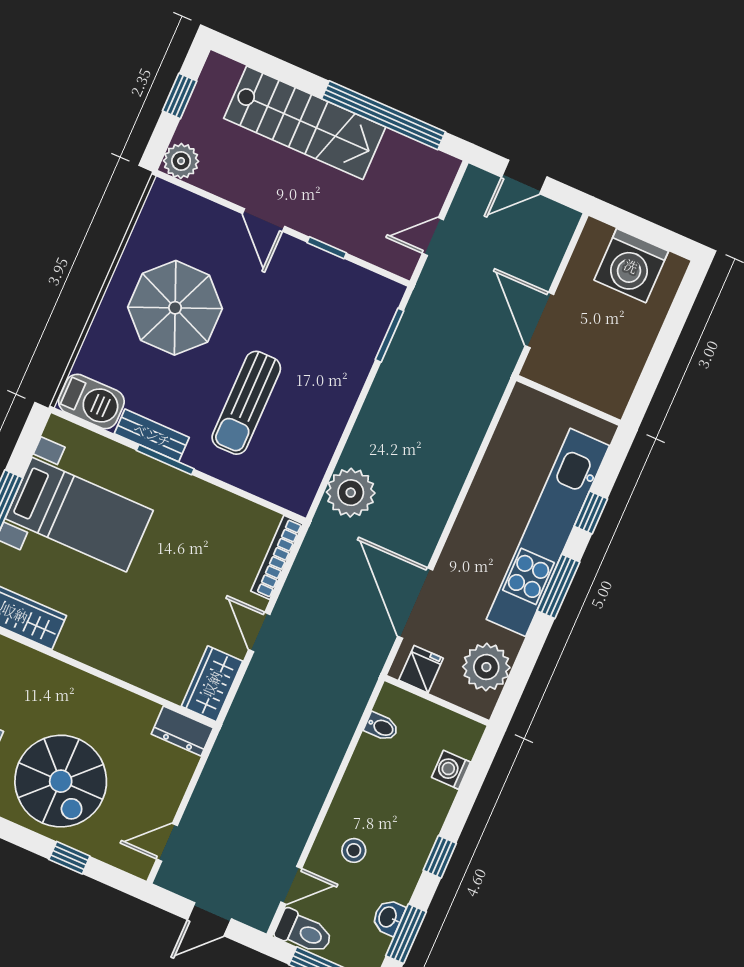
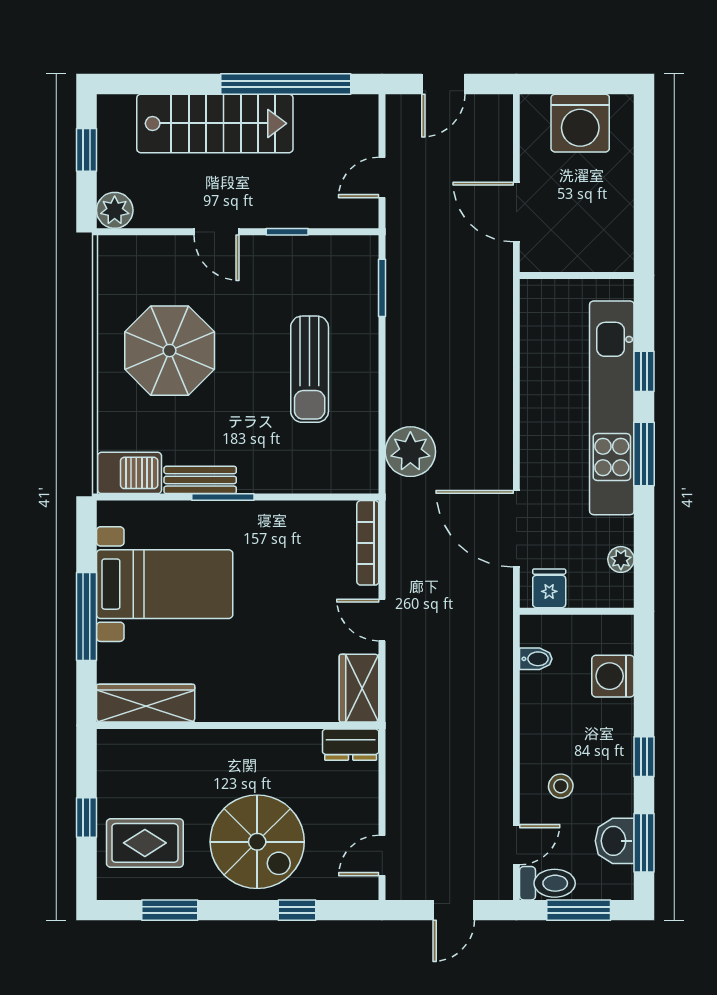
sun lounger: (246, 403) -> (310, 369), moved
plant: (486, 667) -> (621, 559), width x0.53, depth x0.53
washing machine: (451, 770) -> (613, 676), width x1.38, depth x1.38
washbasin: (388, 917) -> (615, 841), width x1.38, depth x1.45

